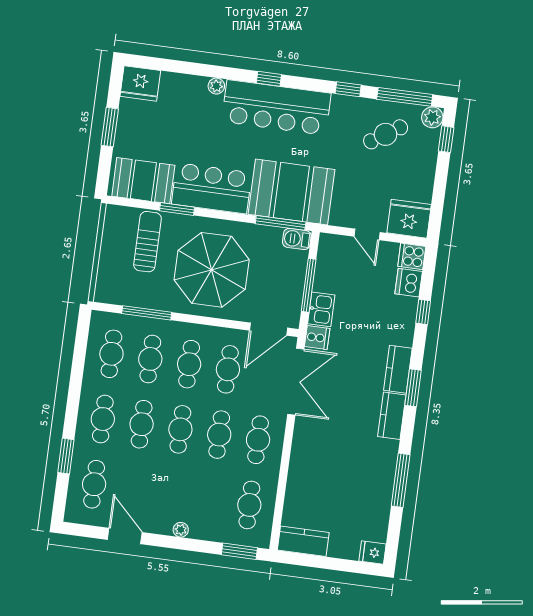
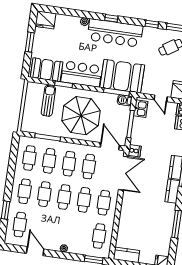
kitchen sink: (321, 309) -> (141, 109), moved
door: (269, 329) -> (110, 146), swing flipped

